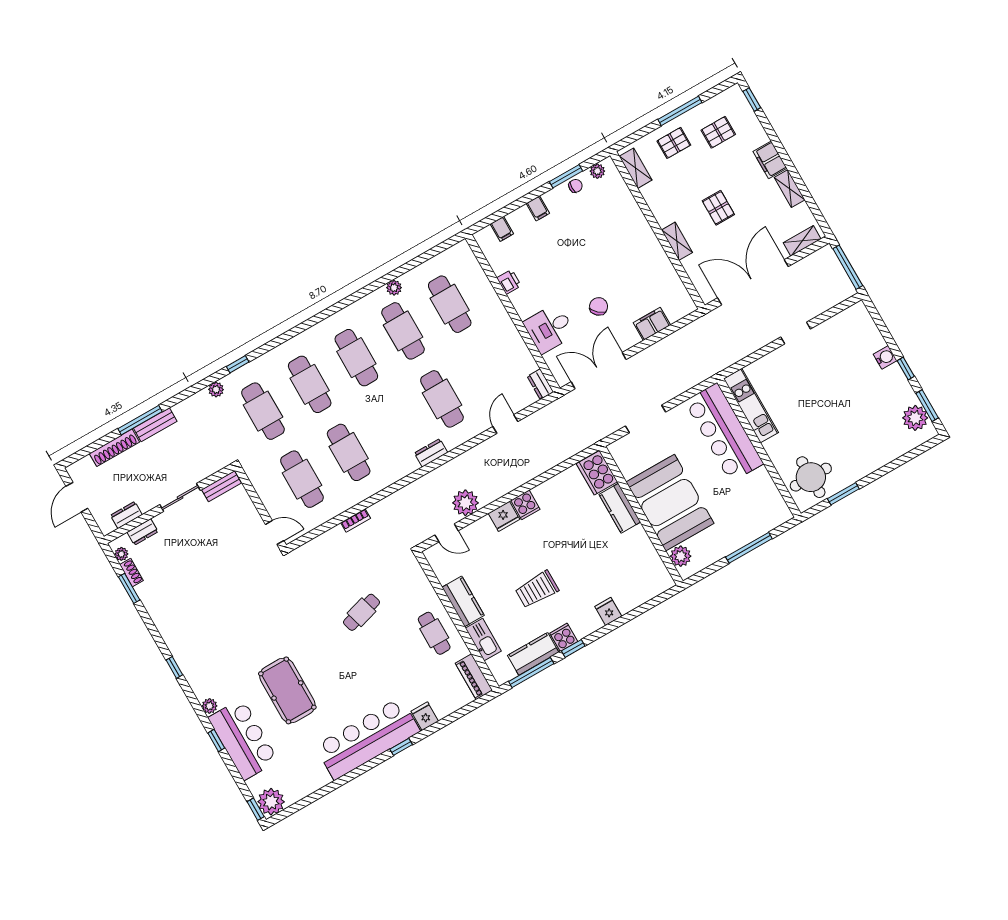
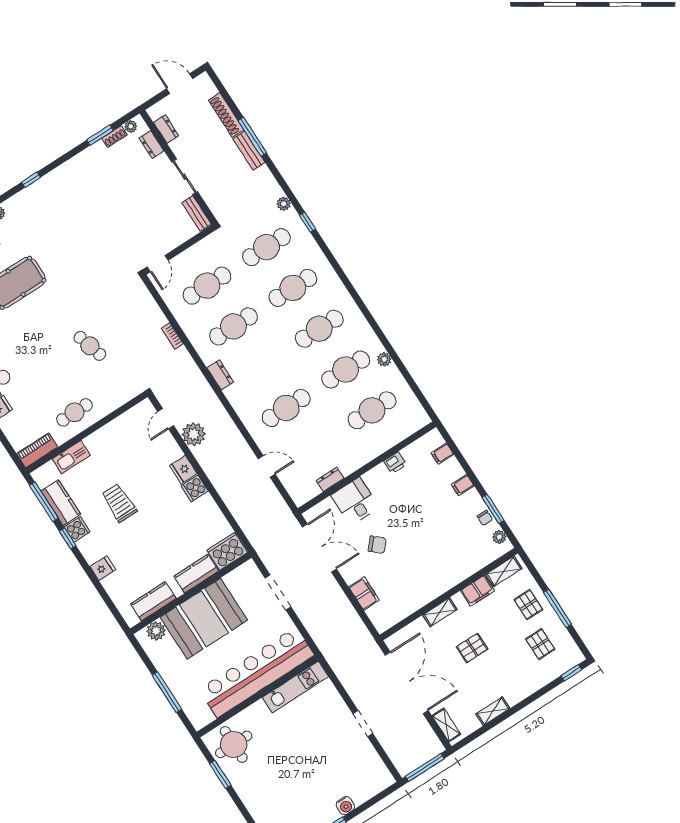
filing cabinet: (770, 160) -> (478, 591), moved, turned 180
dresser: (540, 384) -> (330, 479), moved
bar counter: (724, 433) -> (257, 672), width x1.36
dresser: (431, 453) -> (220, 375), moved
kitchen counter: (463, 601) -> (153, 601), moved, turned 180

